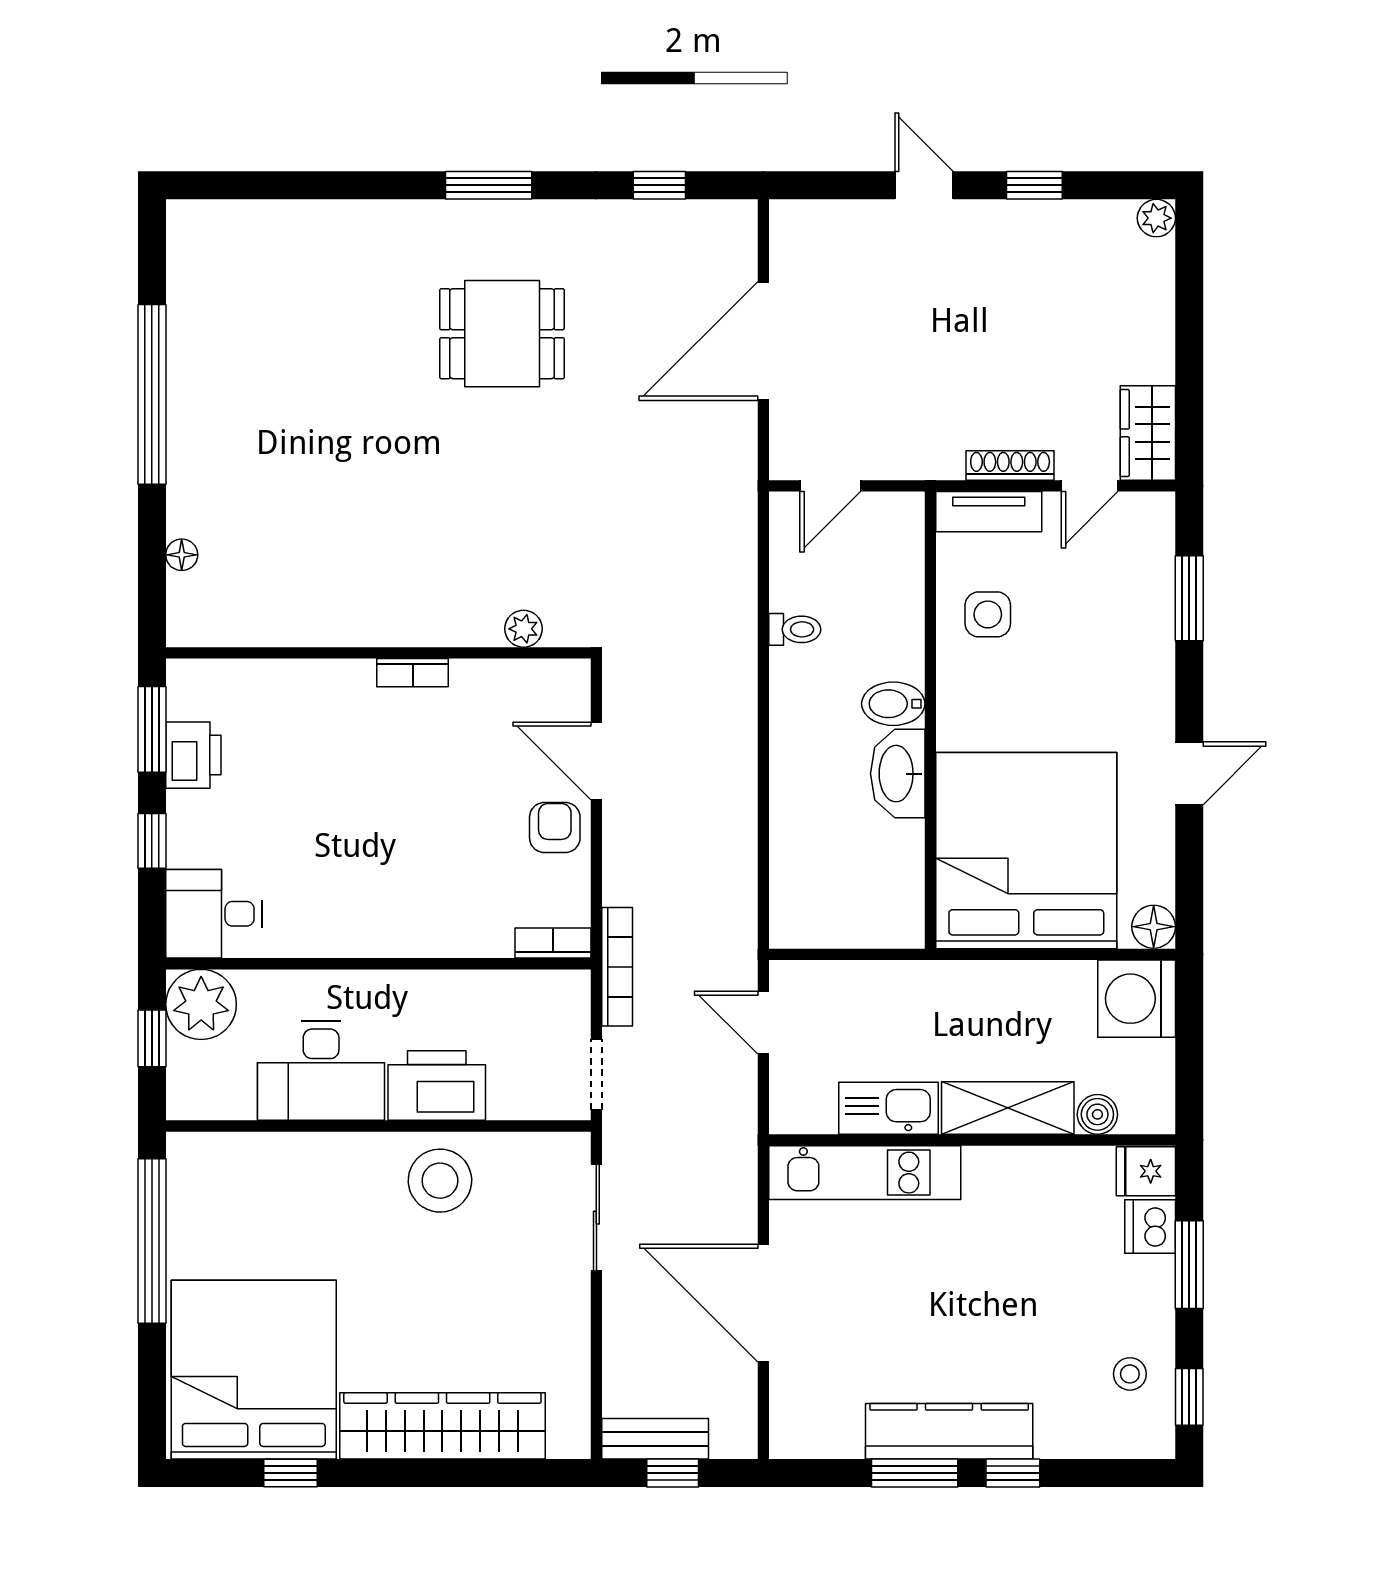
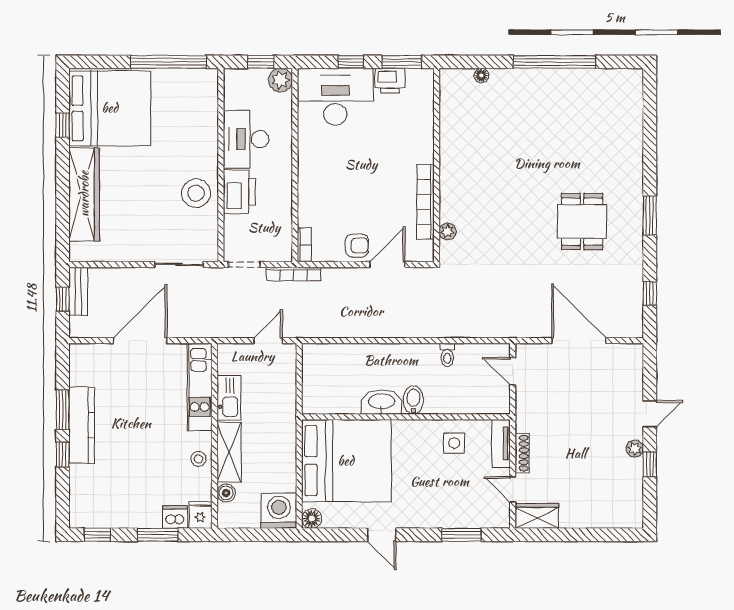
plant: (1156, 218) -> (635, 449), moved
bookcase: (413, 673) -> (426, 202), width x2.31, depth x1.31
desk: (214, 914) -> (335, 97), width x1.87, depth x1.30
plant: (201, 1004) -> (281, 80), width x0.73, depth x0.73
stool: (1130, 1374) -> (198, 459), moved

